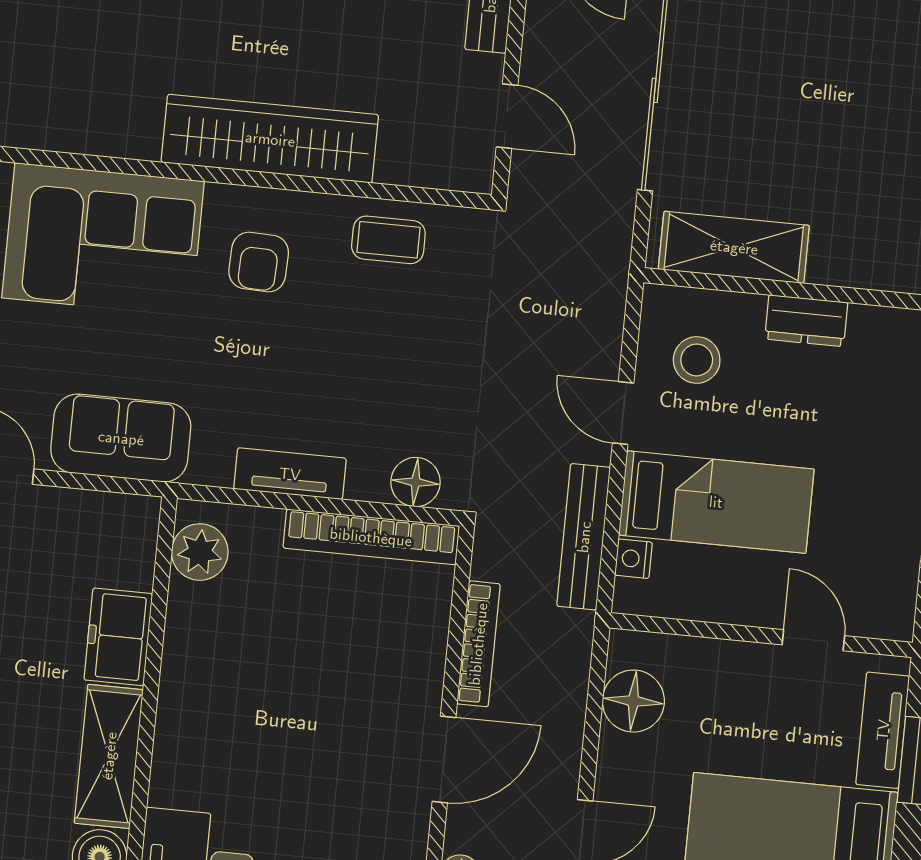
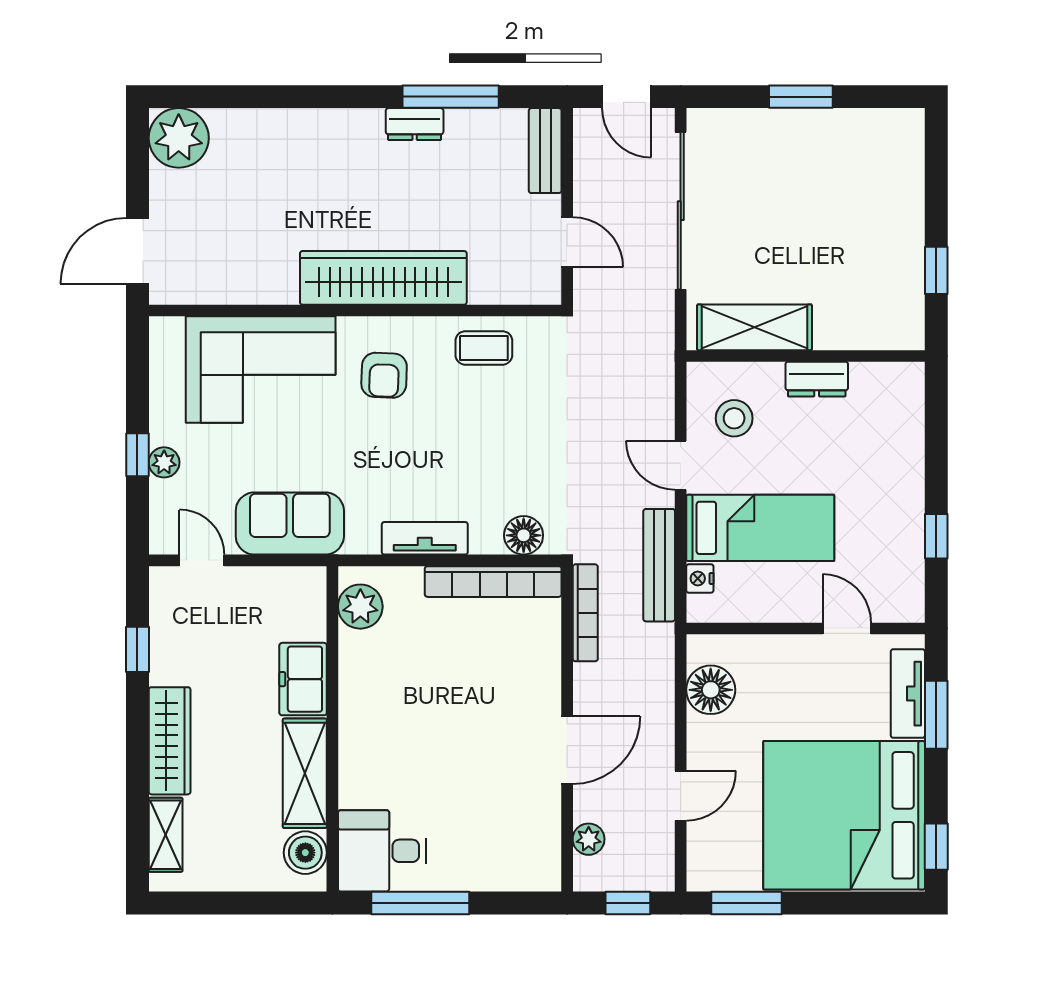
bookcase: (478, 644) -> (585, 613), moved

